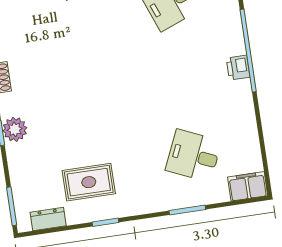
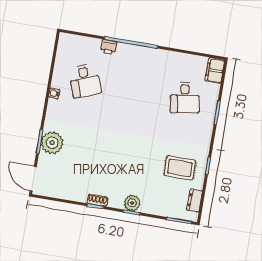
printer: (238, 68) -> (109, 47), moved
desk: (194, 156) -> (185, 98), turned -33
rug: (89, 182) -> (180, 168), turned 90

